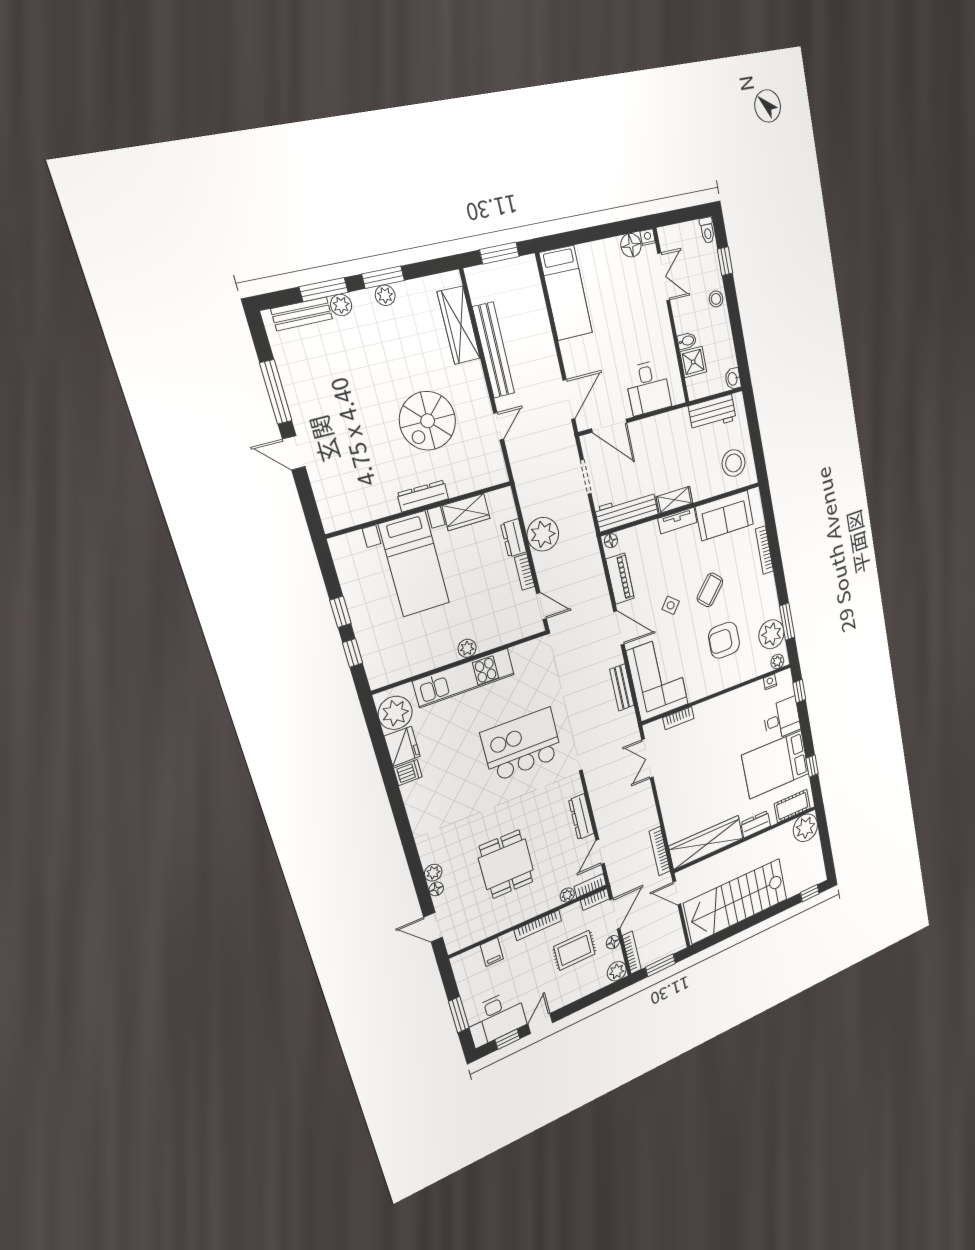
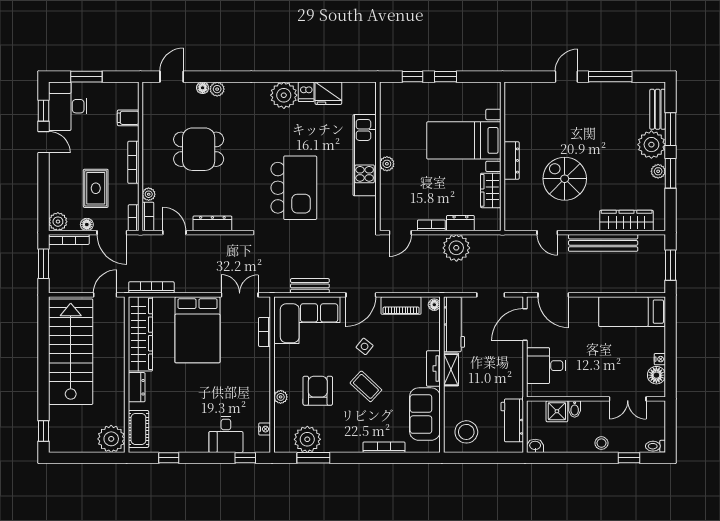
nightstand: (648, 237) -> (660, 359), moved
plant: (341, 305) -> (651, 145), width x1.88, depth x1.88
plant: (777, 661) -> (281, 397), moved
plant: (395, 713) -> (284, 95), moved
bed: (776, 765) -> (197, 330), moved, turned 180

